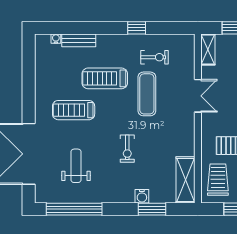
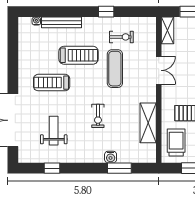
bench: (79, 40) -> (61, 22), width x1.36
treadmill: (105, 78) -> (78, 55), turned 180
shelving: (185, 180) -> (148, 123), moved
window: (74, 209) -> (52, 168), width x0.32

